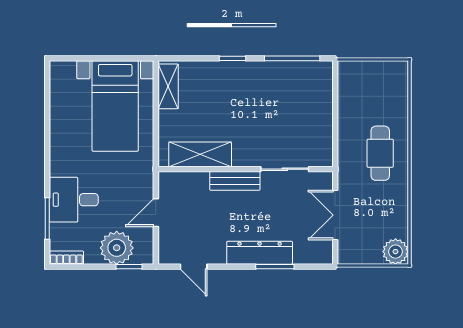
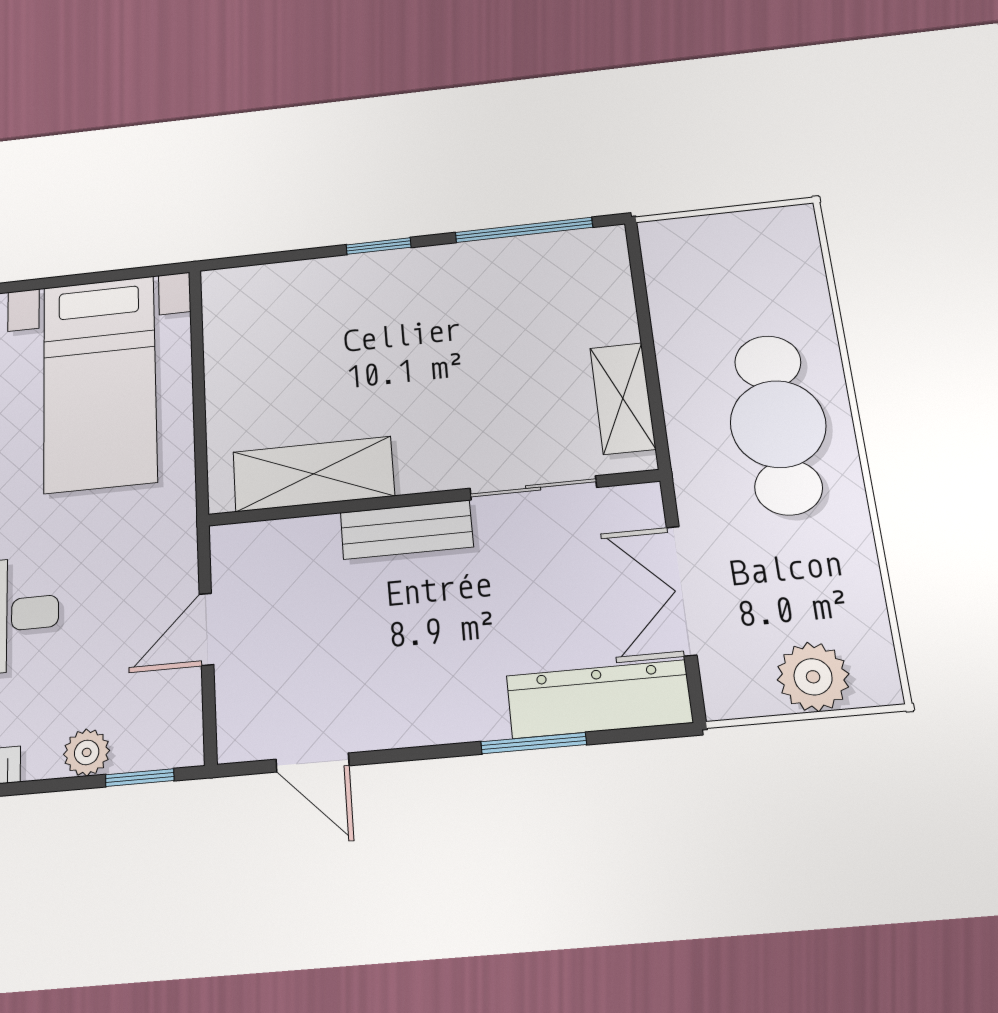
shelving: (168, 86) -> (623, 398), moved
cafe table: (380, 153) -> (778, 424), width x1.37, depth x1.35
plant: (117, 248) -> (87, 752), width x0.53, depth x0.53
plant: (396, 252) -> (813, 677), moved
dresser: (260, 253) -> (599, 699), moved

